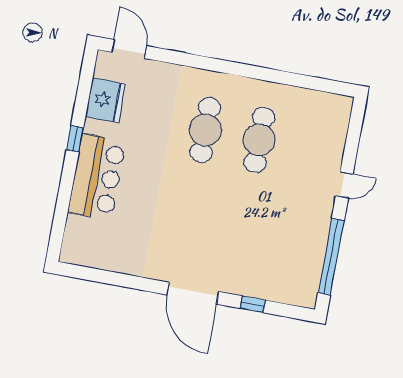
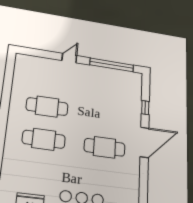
door: (344, 185) -> (69, 58), hinge flipped
cafe table: (188, 225) -> (105, 147), added

